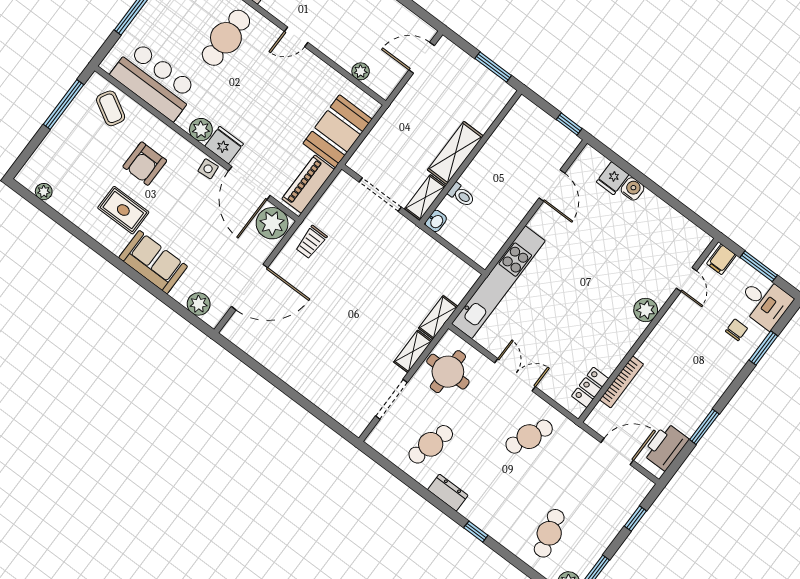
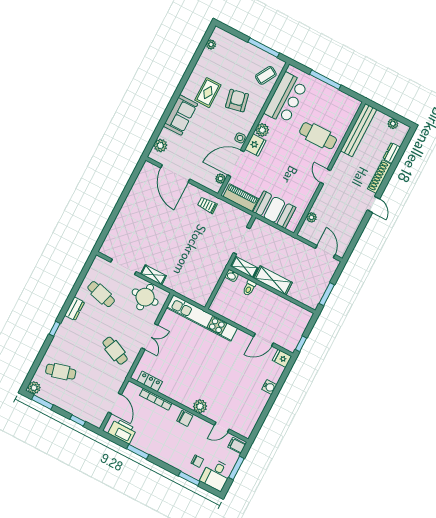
armchair: (145, 164) -> (237, 101), turned 78
fridge: (613, 178) -> (282, 358), moved
plant: (272, 223) -> (220, 179), width x0.53, depth x0.53
shelving: (438, 317) -> (176, 286), removed
chair: (662, 339) -> (185, 418), added

